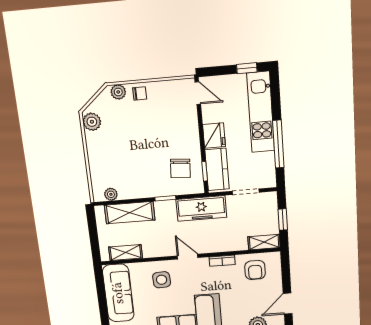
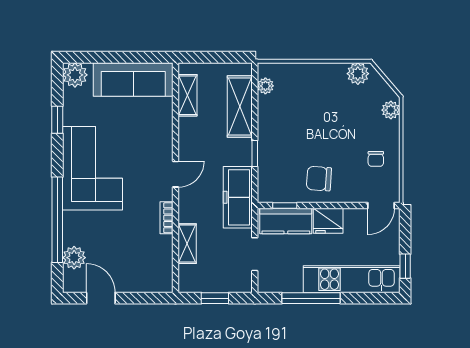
chair: (140, 93) -> (376, 159), moved
chair: (180, 168) -> (319, 179), moved
shelving: (264, 242) -> (187, 244), moved
armchair: (255, 270) -> (151, 259), removed
side table: (162, 280) -> (147, 138), removed

